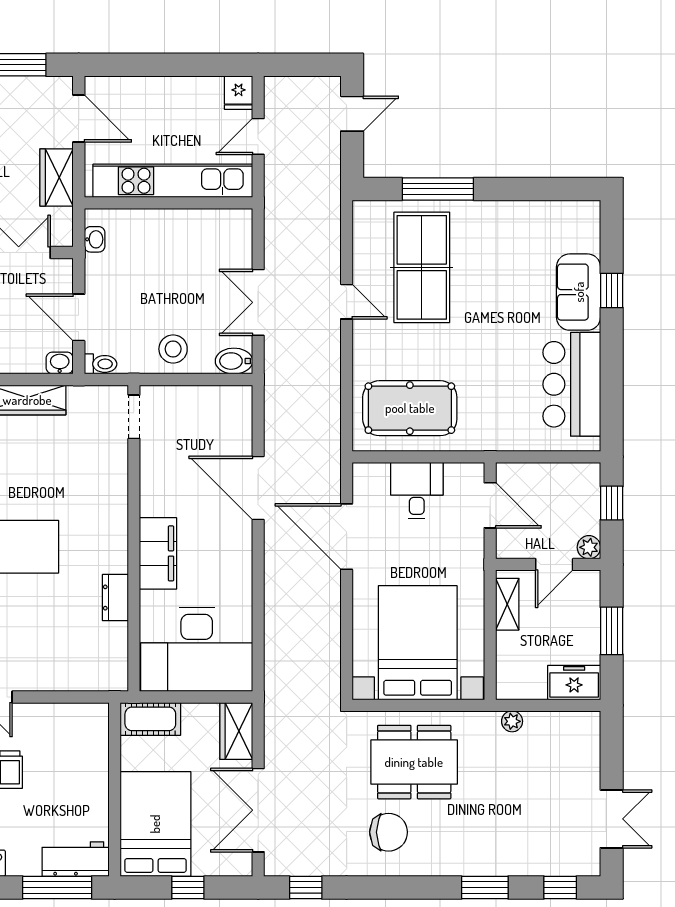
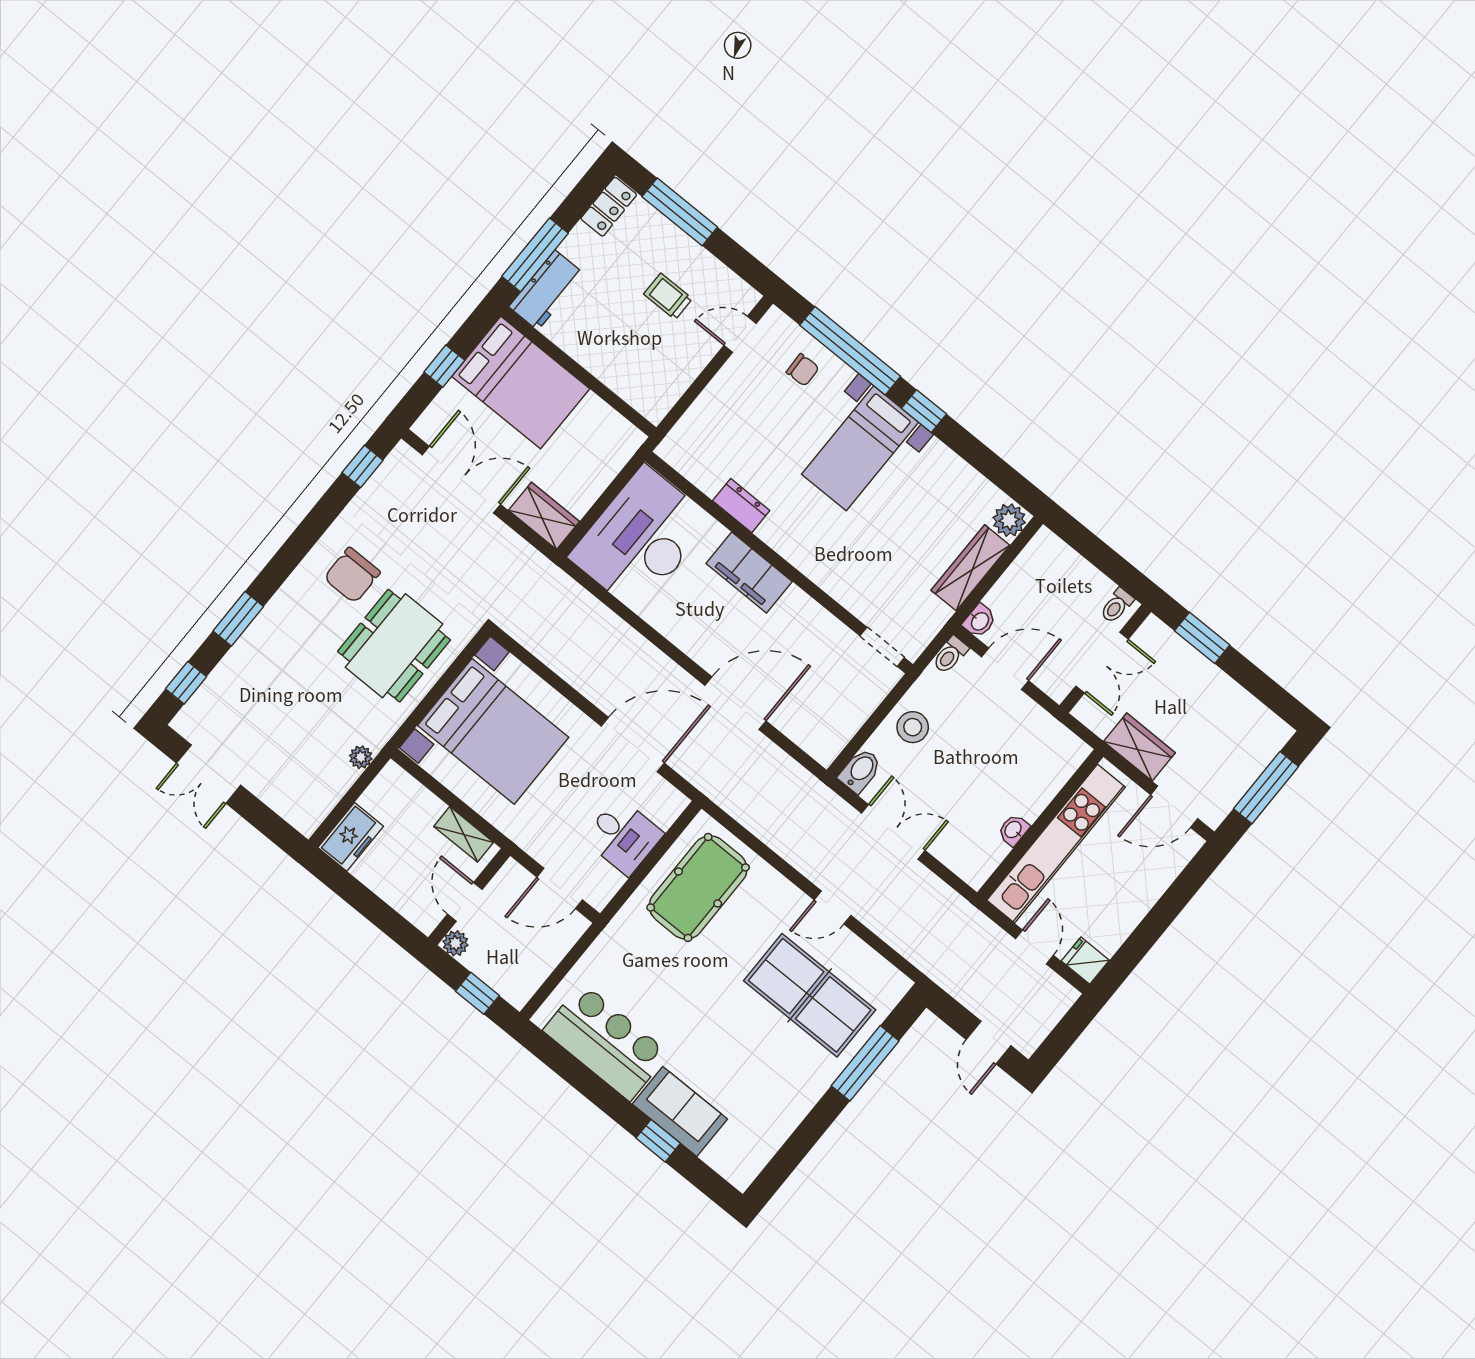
washbasin: (95, 239) -> (1014, 830), moved, turned 90
window: (612, 631) -> (369, 905), removed
cot: (150, 719) -> (614, 451), removed

